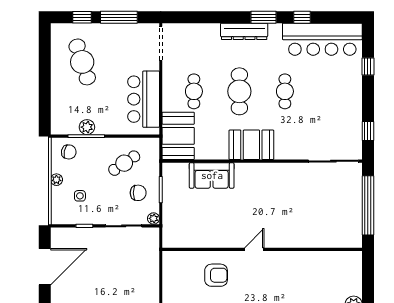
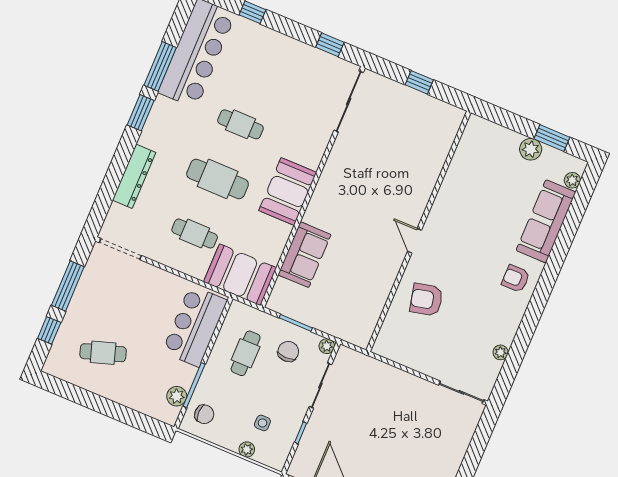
window: (302, 17) -> (160, 66), width x2.17
dresser: (244, 31) -> (134, 176), moved
cafe table: (82, 62) -> (103, 353), width x0.73, depth x0.74
bar counter: (144, 99) -> (195, 326), moved, turned 90
plant: (87, 127) -> (177, 396), moved
chair: (69, 152) -> (204, 414), turned 78
cafe table: (124, 163) -> (246, 353), turned 34
plant: (56, 180) -> (247, 449), moved
window: (368, 205) -> (419, 82), width x0.32
armchair: (216, 275) -> (426, 300), turned -103

